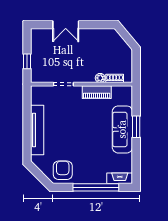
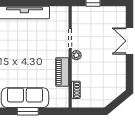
plant: (100, 78) -> (76, 55), moved

